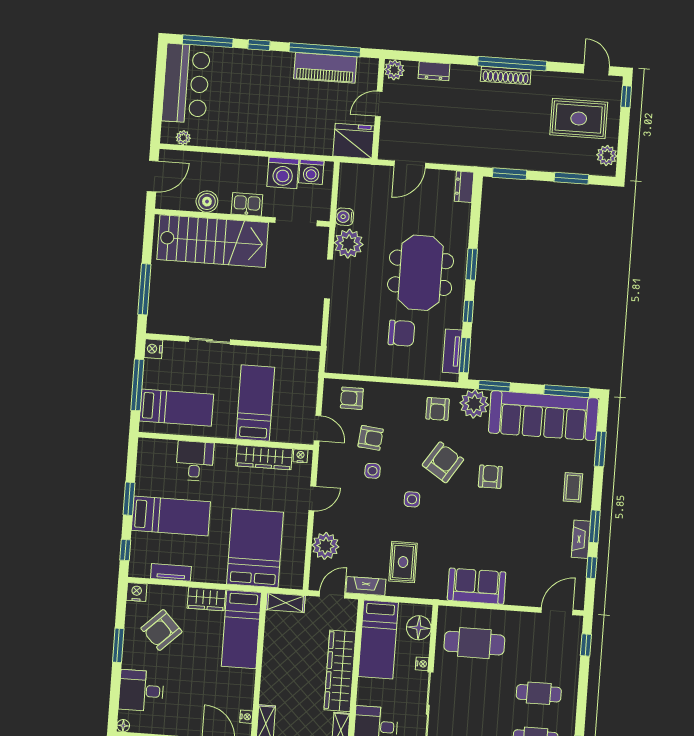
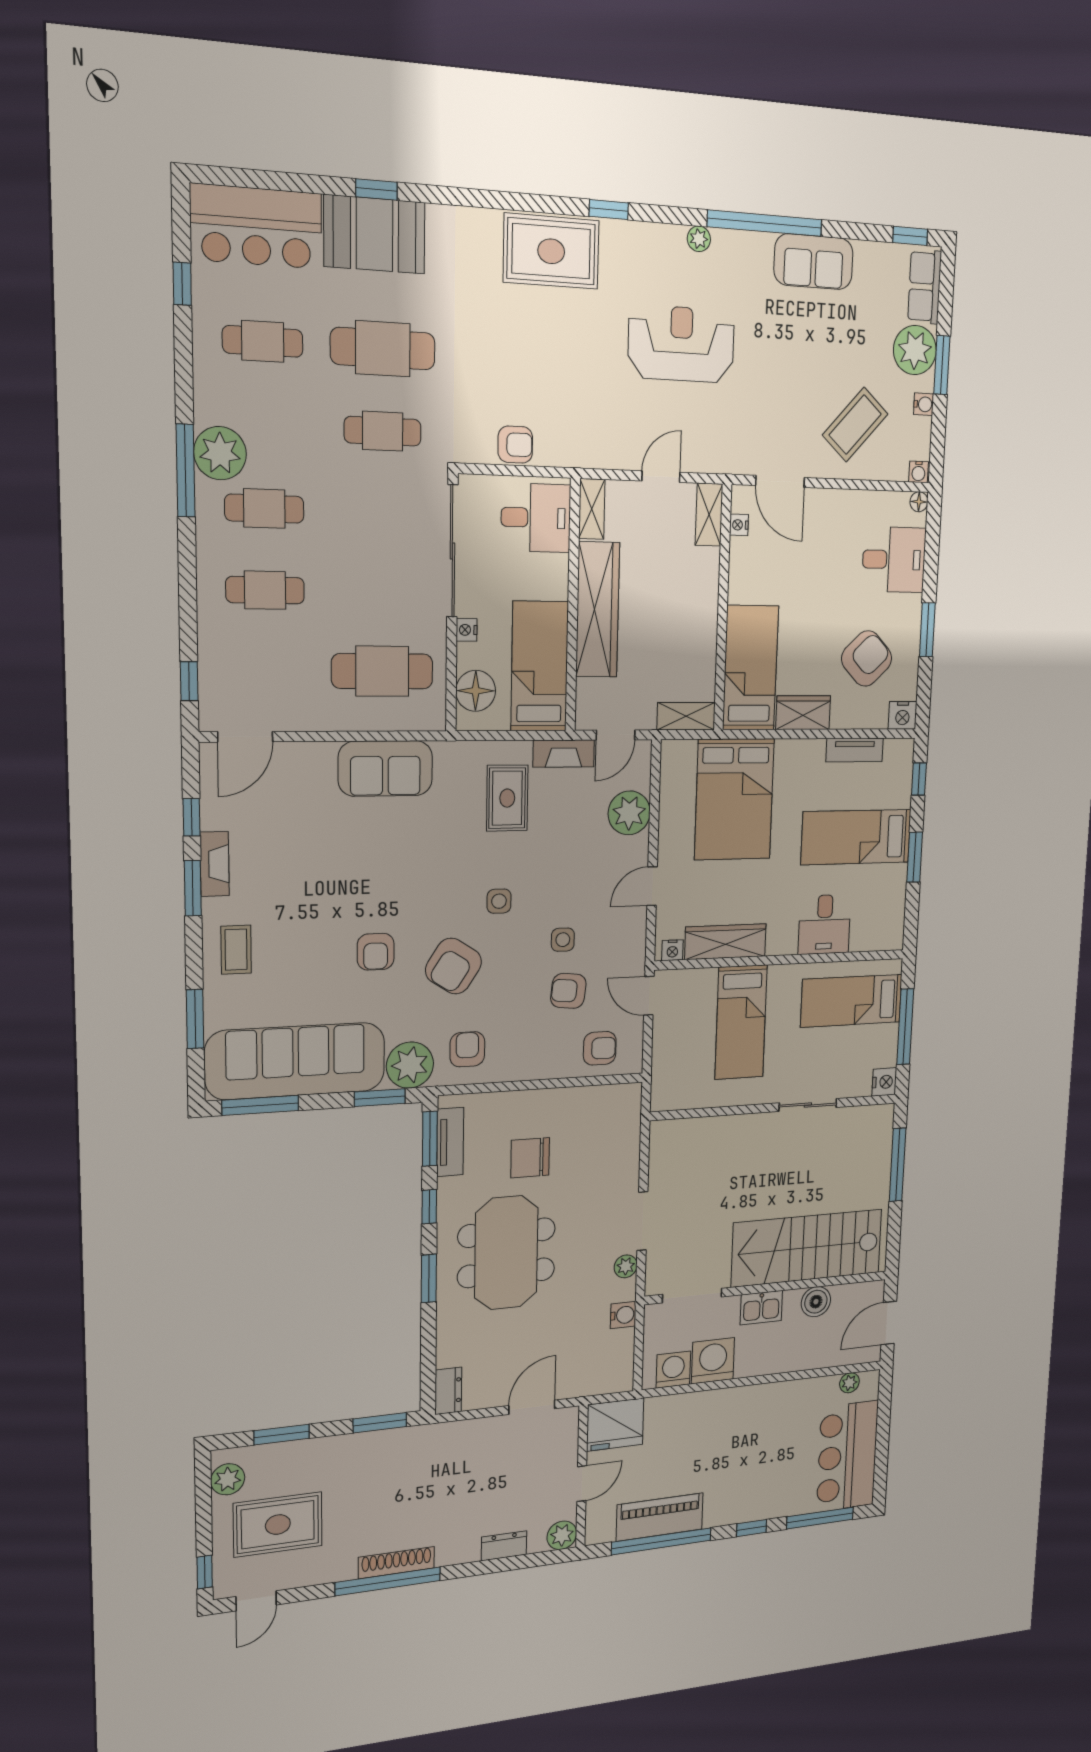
door: (596, 70) -> (256, 1601), hinge flipped
plant: (349, 244) -> (626, 1266), width x0.53, depth x0.53

